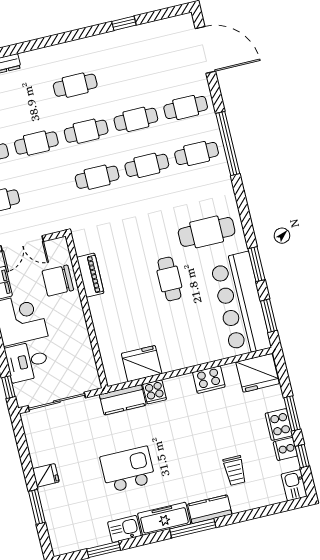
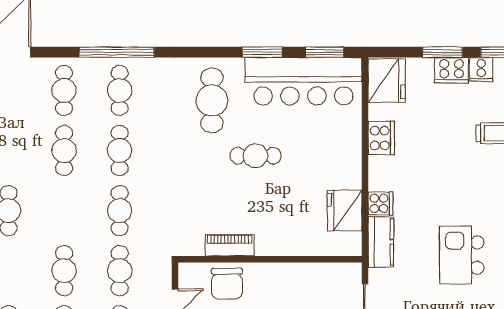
cafe table: (86, 131) -> (120, 271), moved

